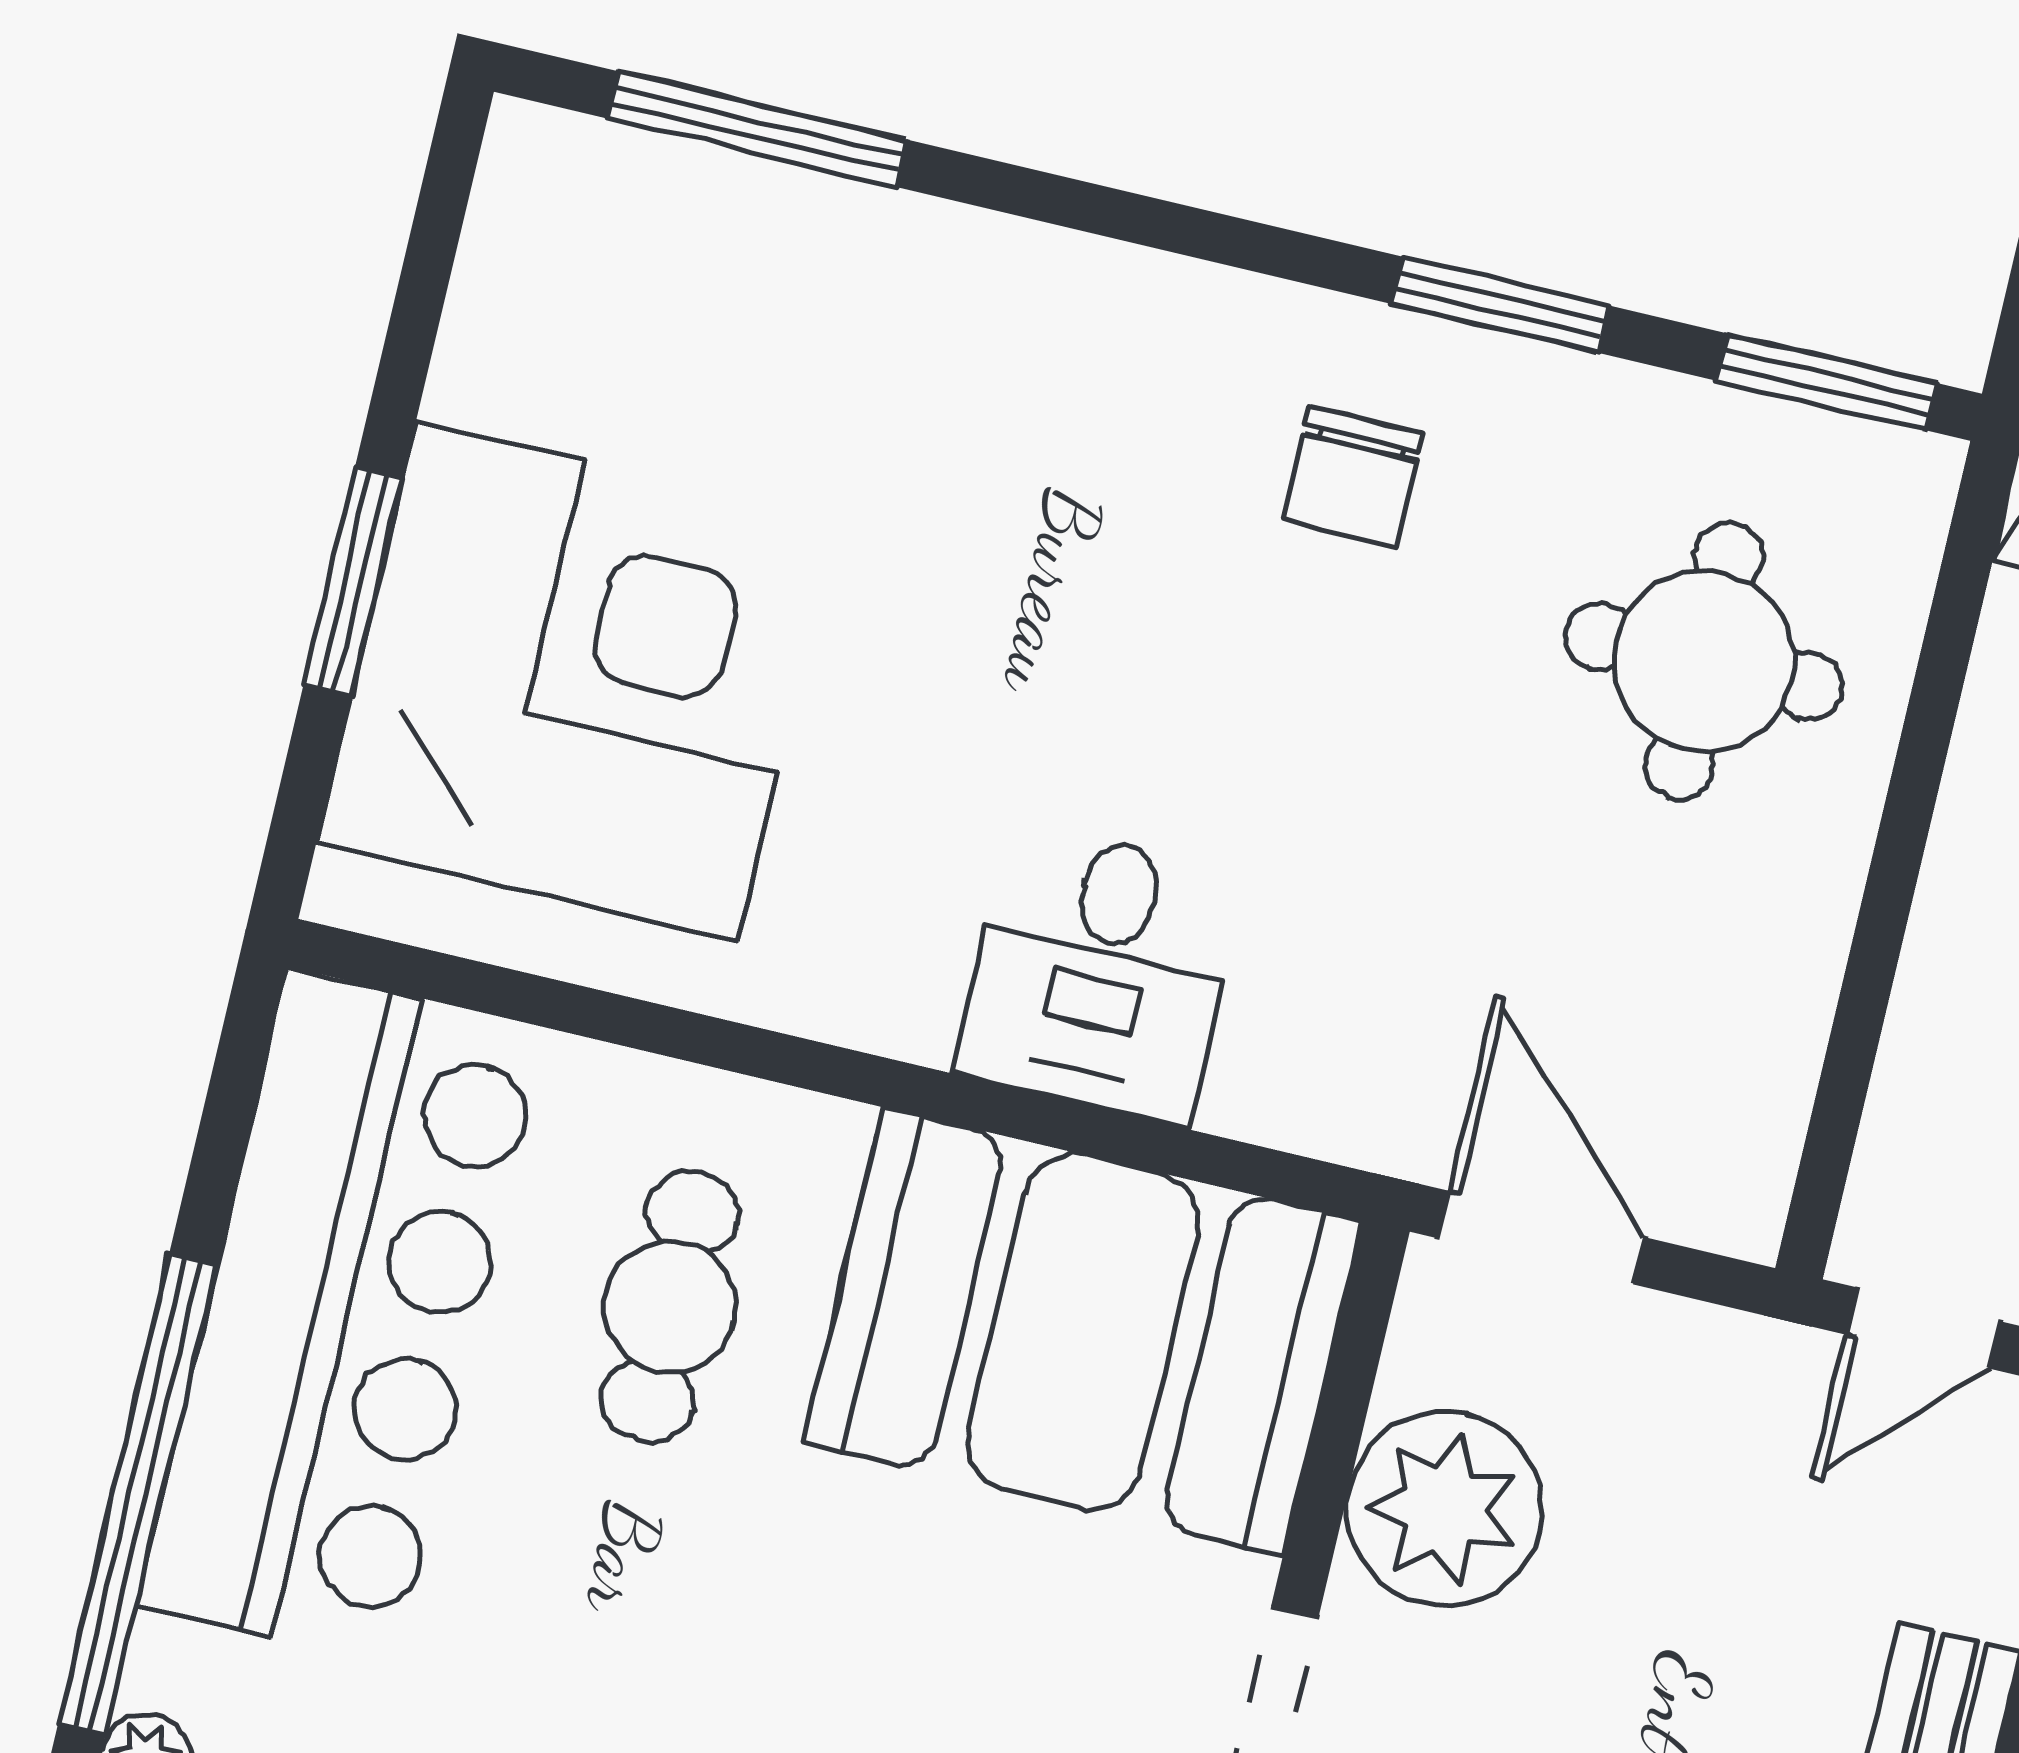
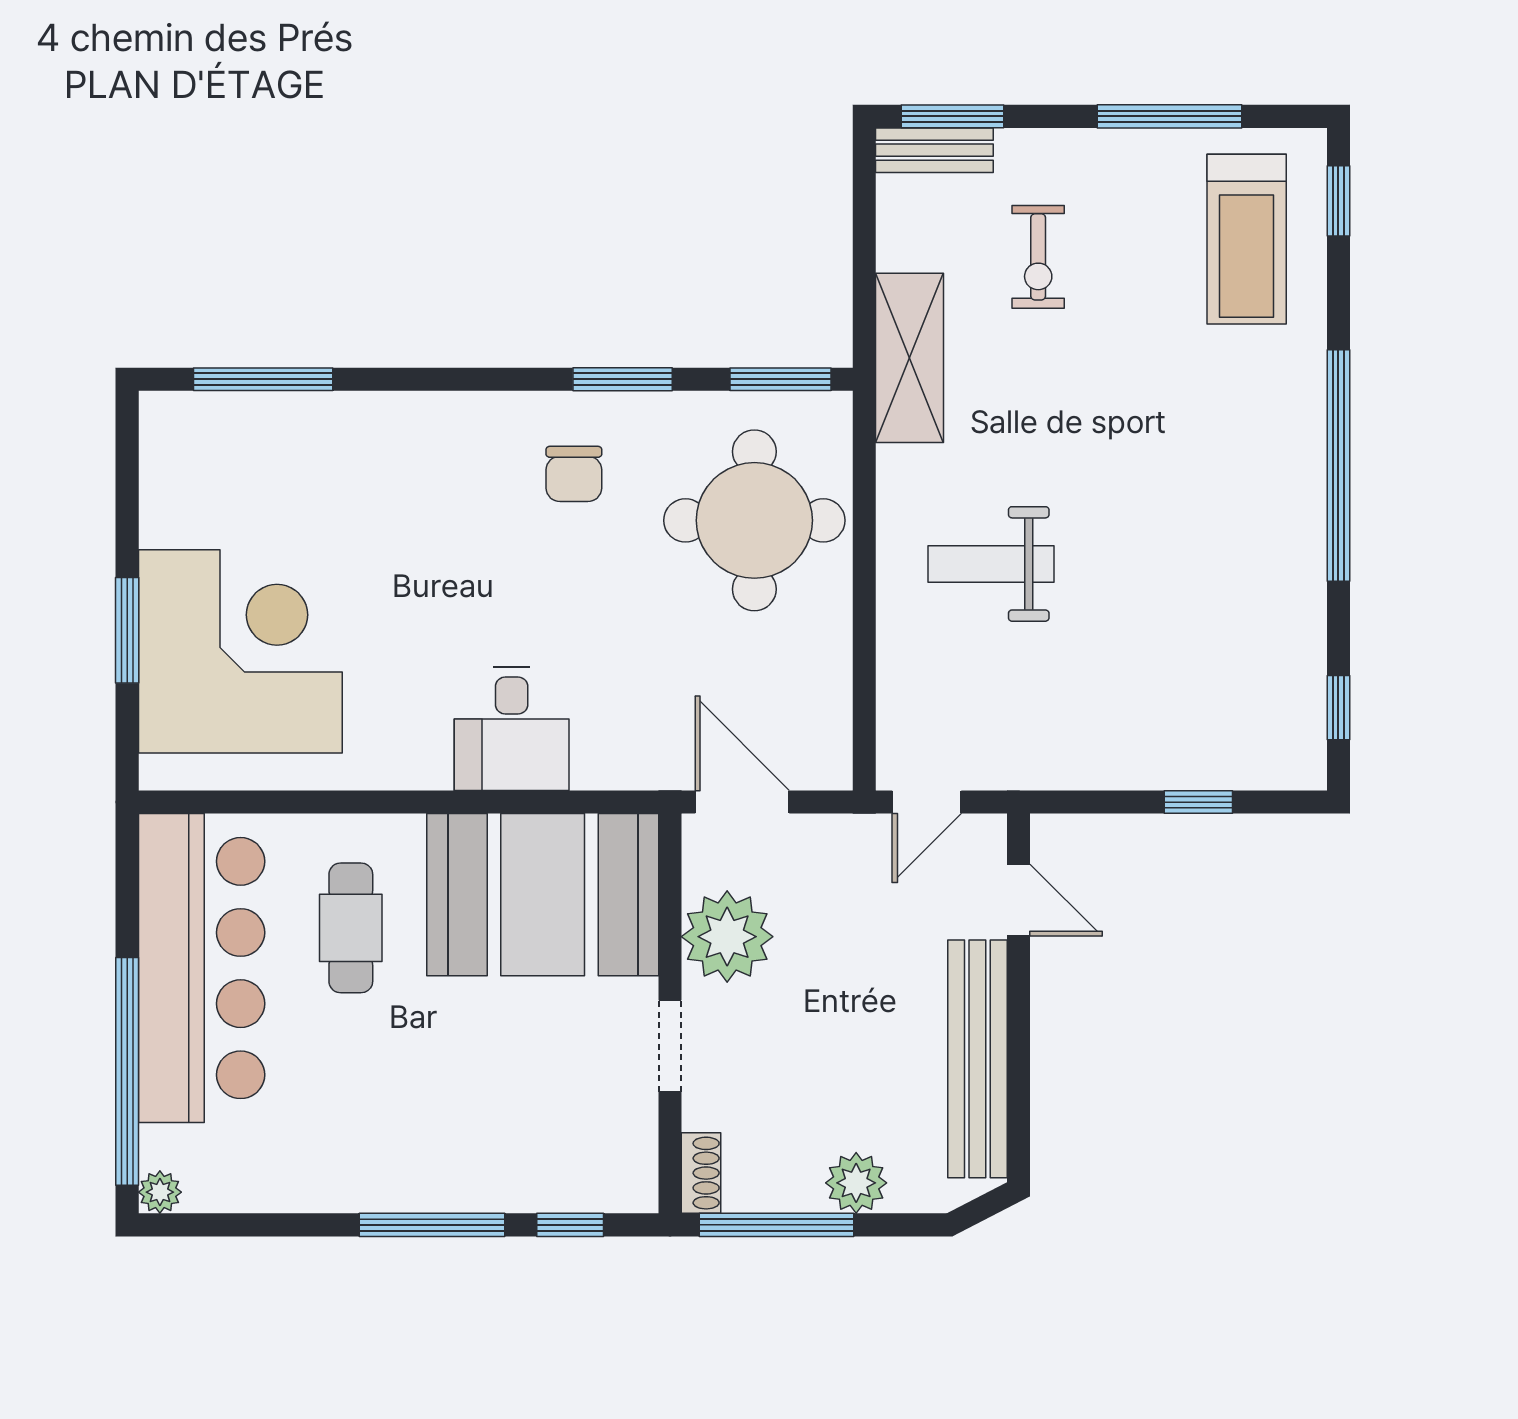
round table: (1704, 661) -> (754, 520), width x1.36, depth x1.36

